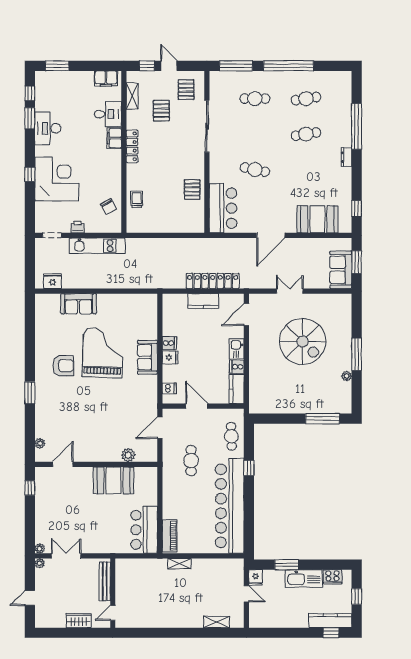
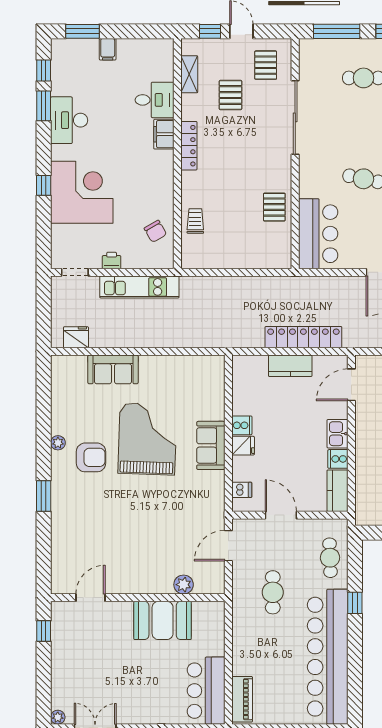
filing cabinet: (106, 78) -> (108, 49), moved, width x0.50
plant: (40, 443) -> (58, 443), moved

